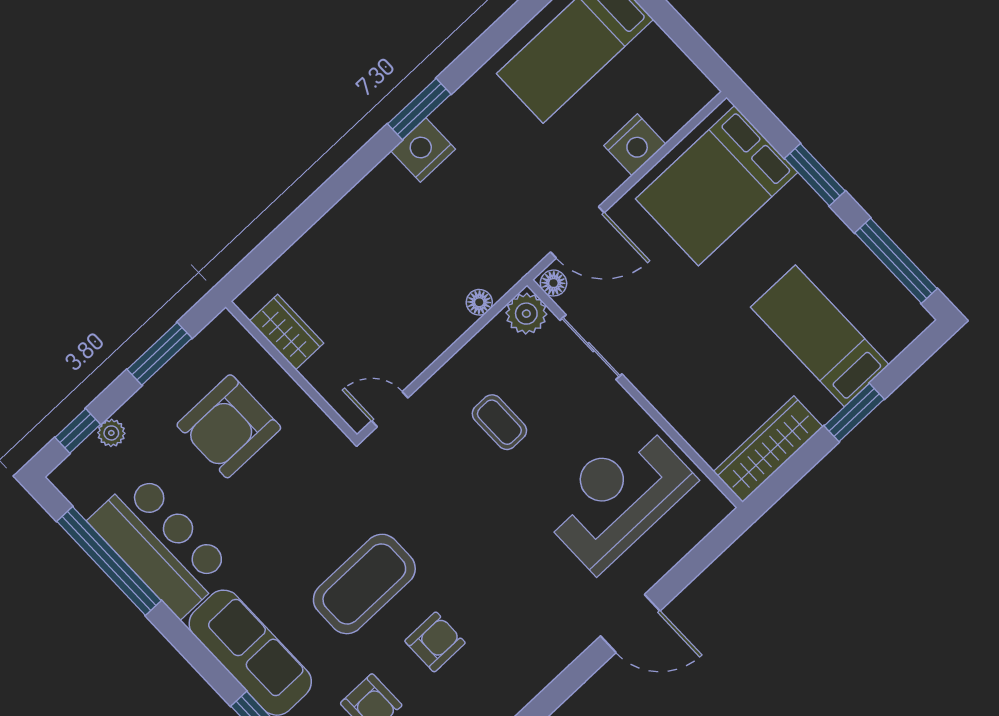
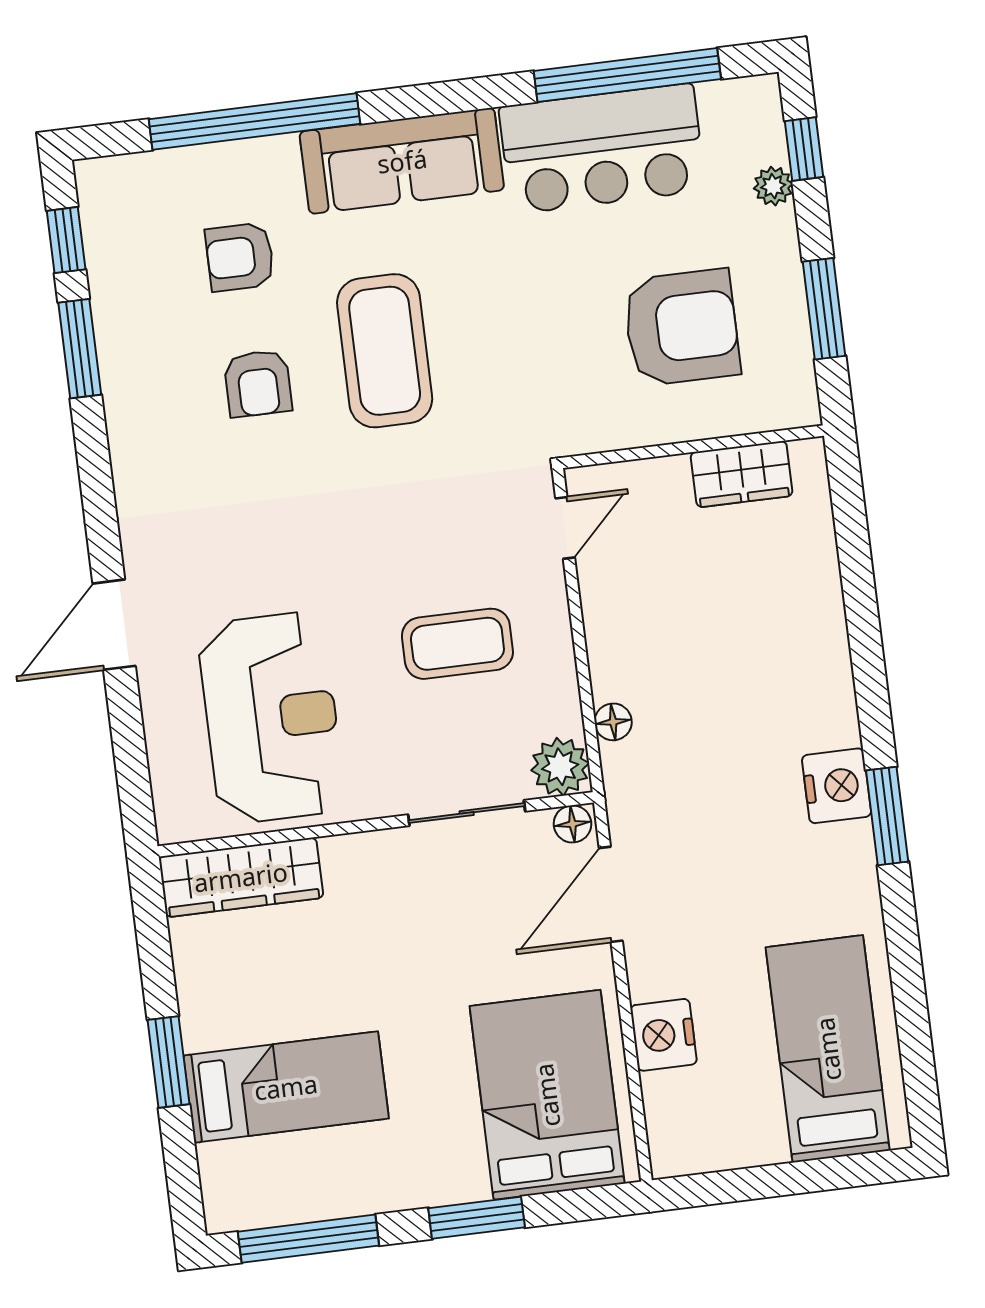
coffee table: (499, 422) -> (457, 644), width x1.36, depth x1.30
armchair: (229, 426) -> (681, 328), turned 90
wardrobe: (768, 449) -> (241, 877), moved, turned 90

